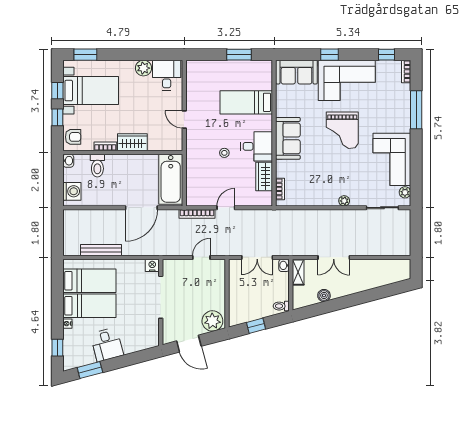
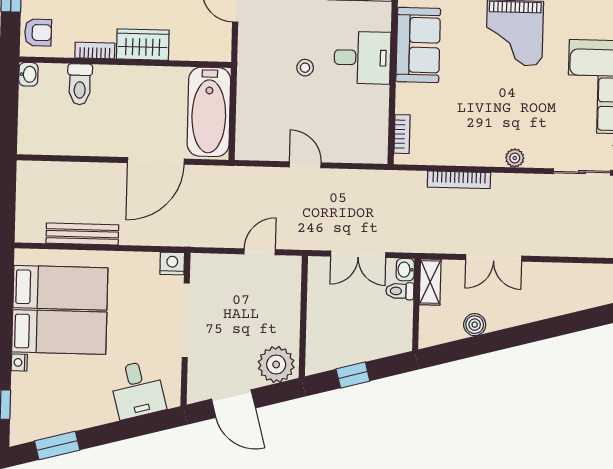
wardrobe: (264, 176) -> (374, 111), removed
washing machine: (72, 191) -> (33, 129), removed
door: (226, 208) -> (305, 165), hinge flipped
bookcase: (197, 214) -> (459, 180), moved
toilet: (281, 306) -> (400, 291), moved
desk: (107, 344) -> (137, 389), moved

